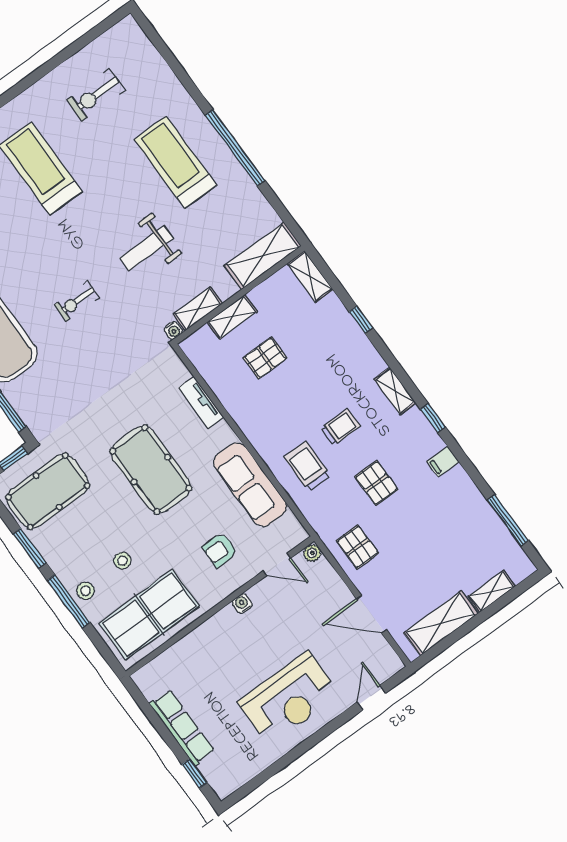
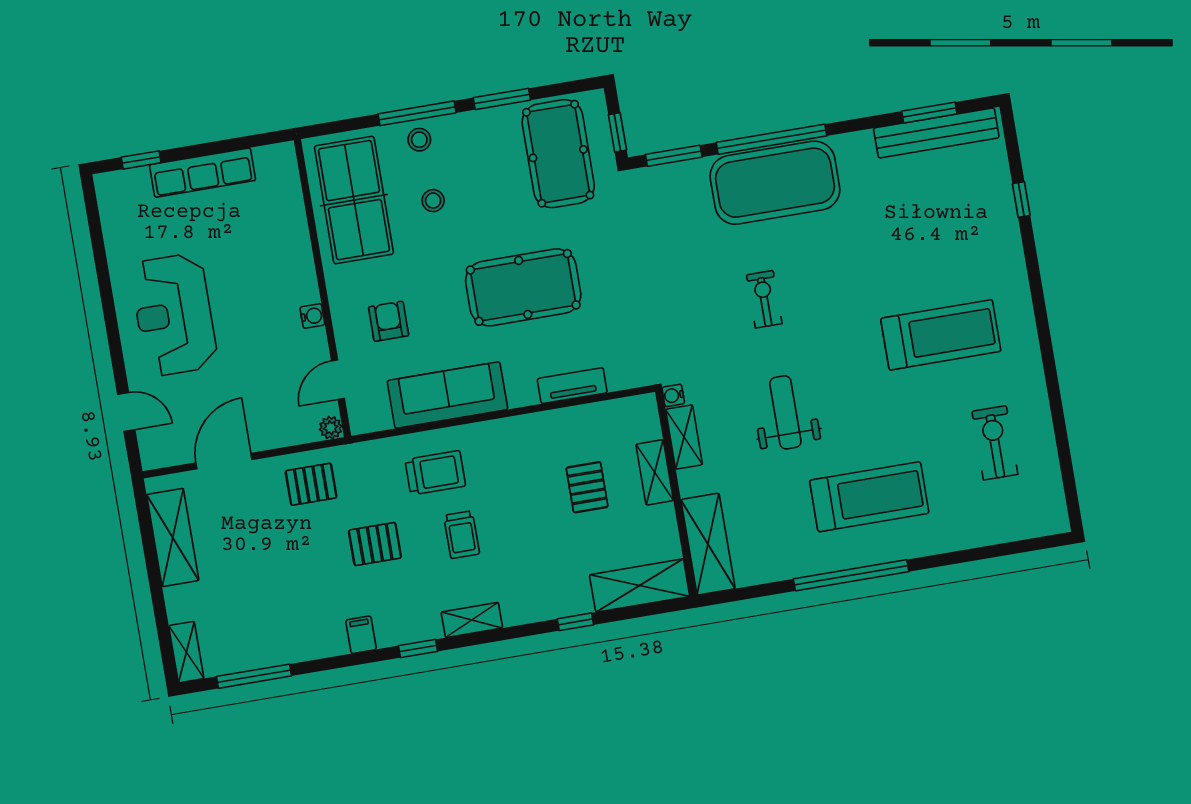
shelving: (310, 277) -> (640, 586), width x1.50, depth x1.33
shelving: (492, 591) -> (186, 652), moved

